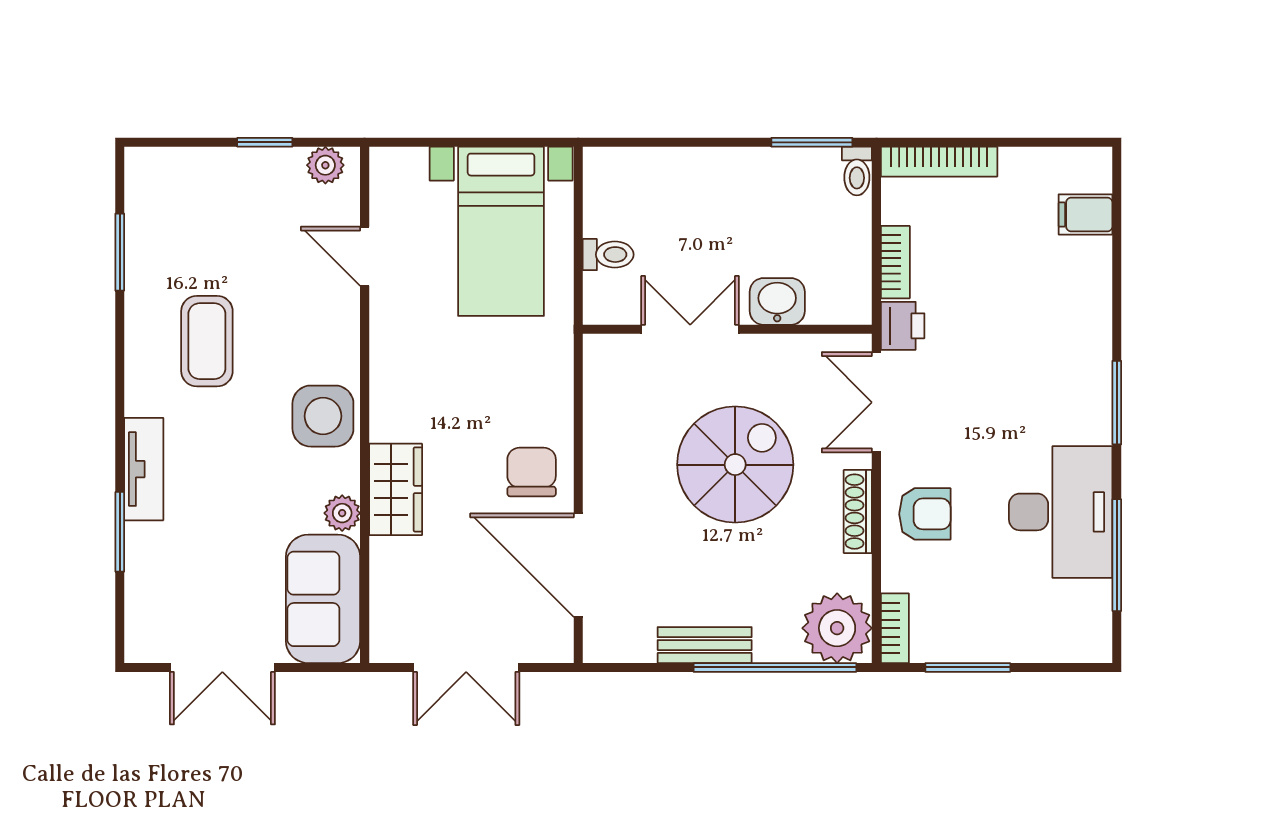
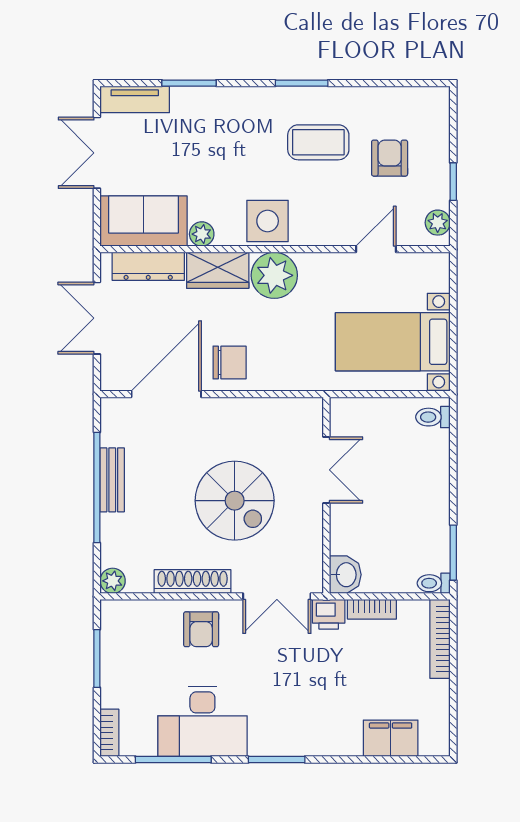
filing cabinet: (1085, 214) -> (391, 738), width x2.00
armchair: (230, 236) -> (390, 158), added
window: (120, 252) -> (302, 83), moved
toilet: (608, 255) -> (433, 417), moved, turned 90
washbasin: (777, 301) -> (345, 575), moved
double door: (876, 402) -> (277, 596), swing flipped
plant: (403, 406) -> (274, 275), added
tv unit: (144, 469) -> (135, 99), moved
shoe rack: (858, 512) -> (193, 582), width x1.36, depth x1.24
dresser: (390, 592) -> (148, 266), added
plant: (837, 628) -> (113, 581), width x0.53, depth x0.53
bookcase: (895, 628) -> (109, 733), moved, turned -90
window: (775, 667) -> (97, 487), moved

